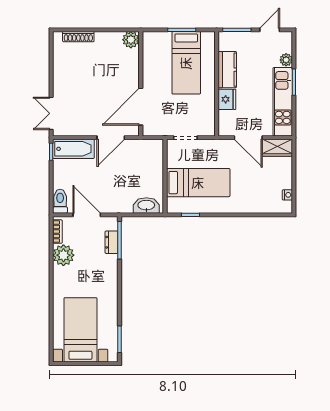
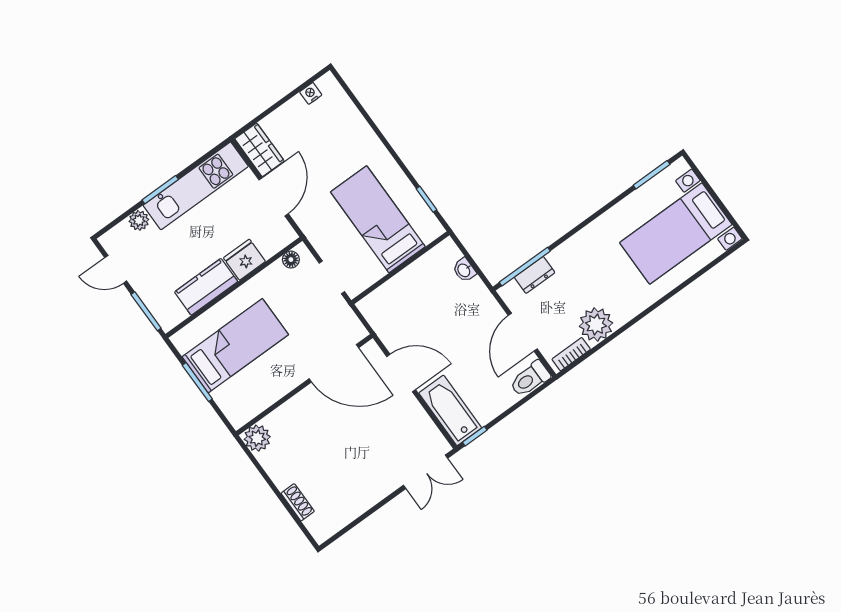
shoe rack: (78, 37) -> (298, 502), width x0.70
floor lamp: (210, 123) -> (291, 260), added
washbasin: (146, 206) -> (464, 270), width x0.52, depth x0.69

